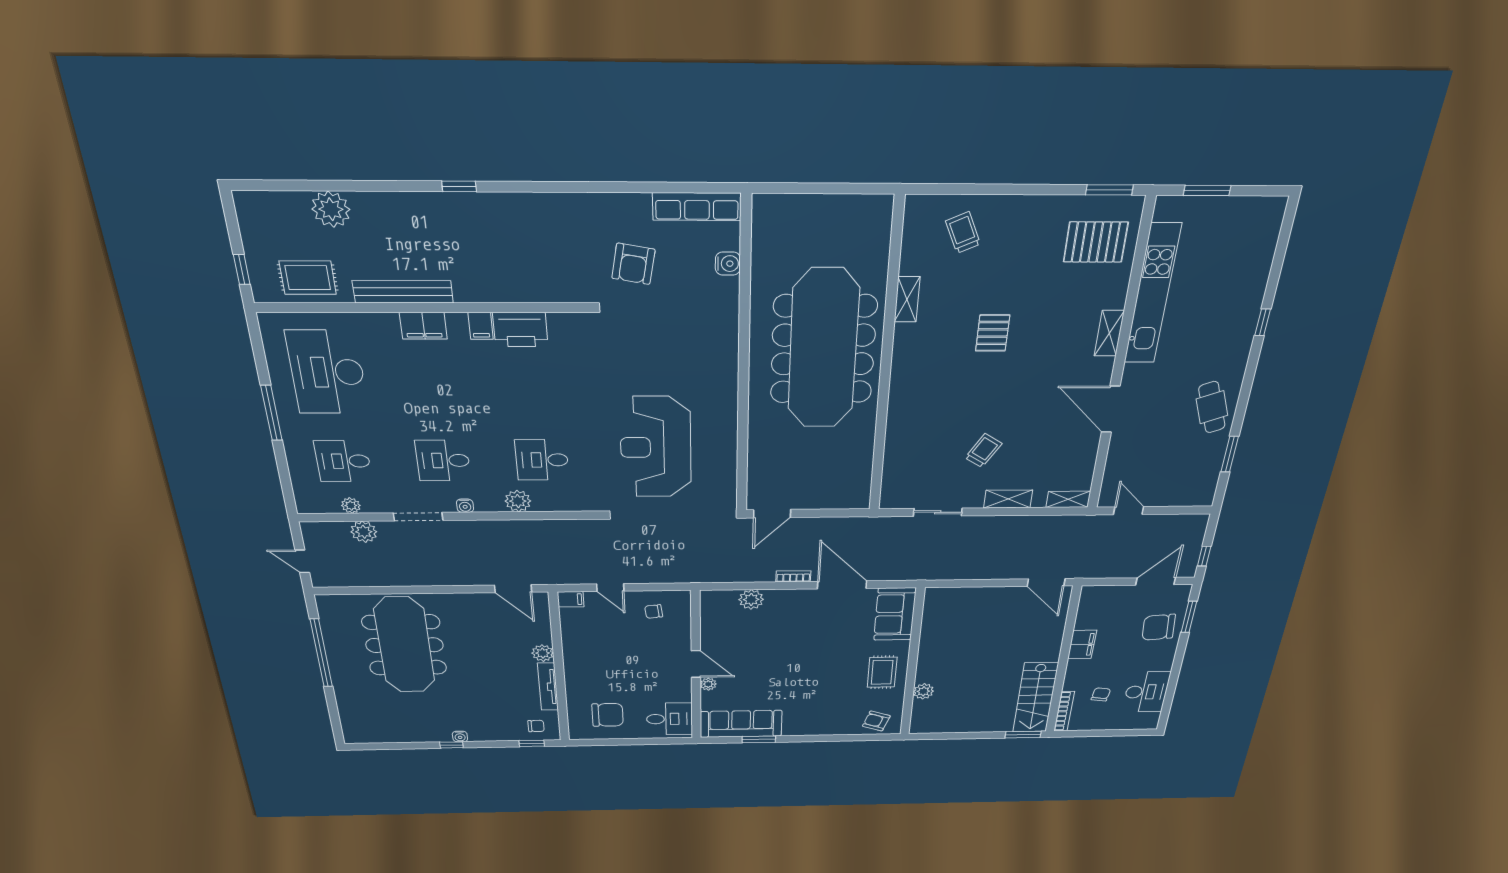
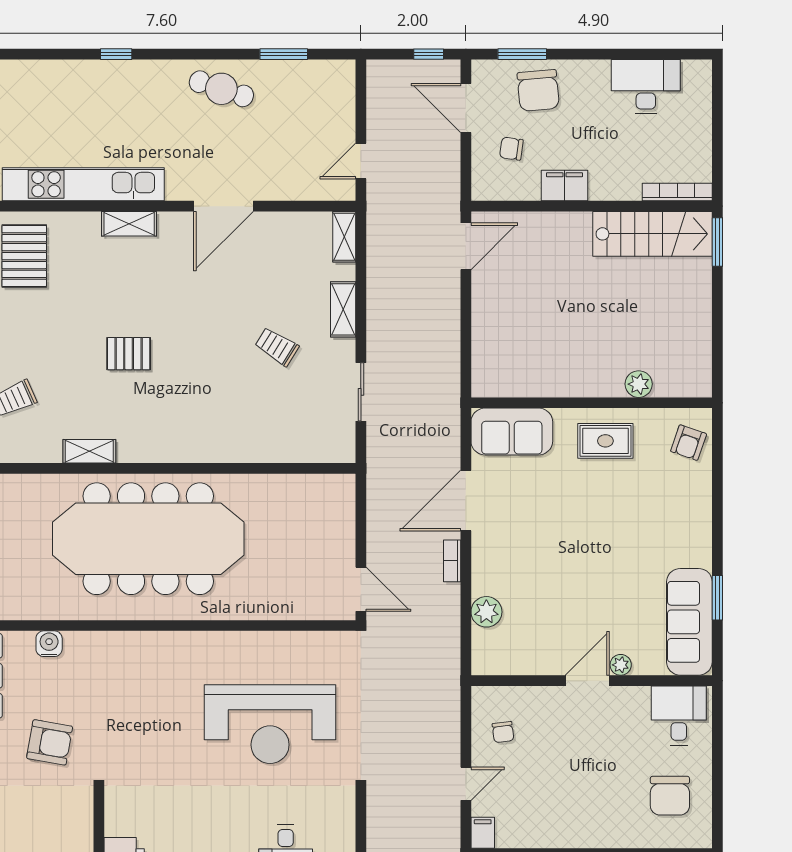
cafe table: (1212, 407) -> (221, 89), turned 38
chair: (1101, 694) -> (511, 149), moved
chair: (608, 715) -> (670, 796), turned 180

